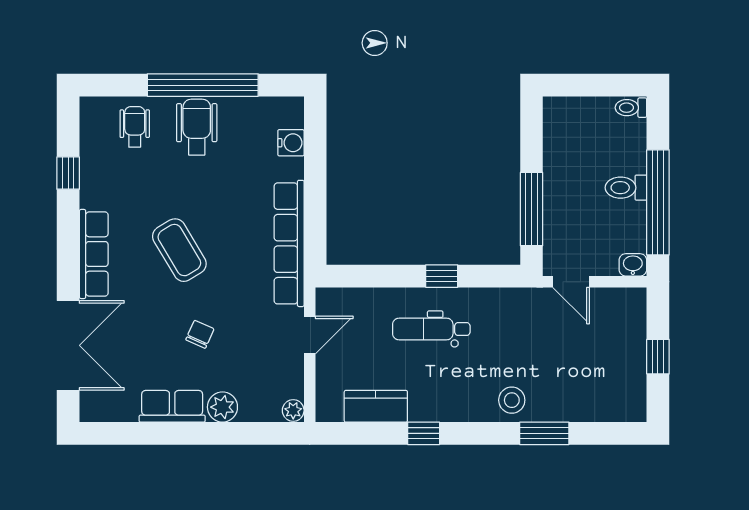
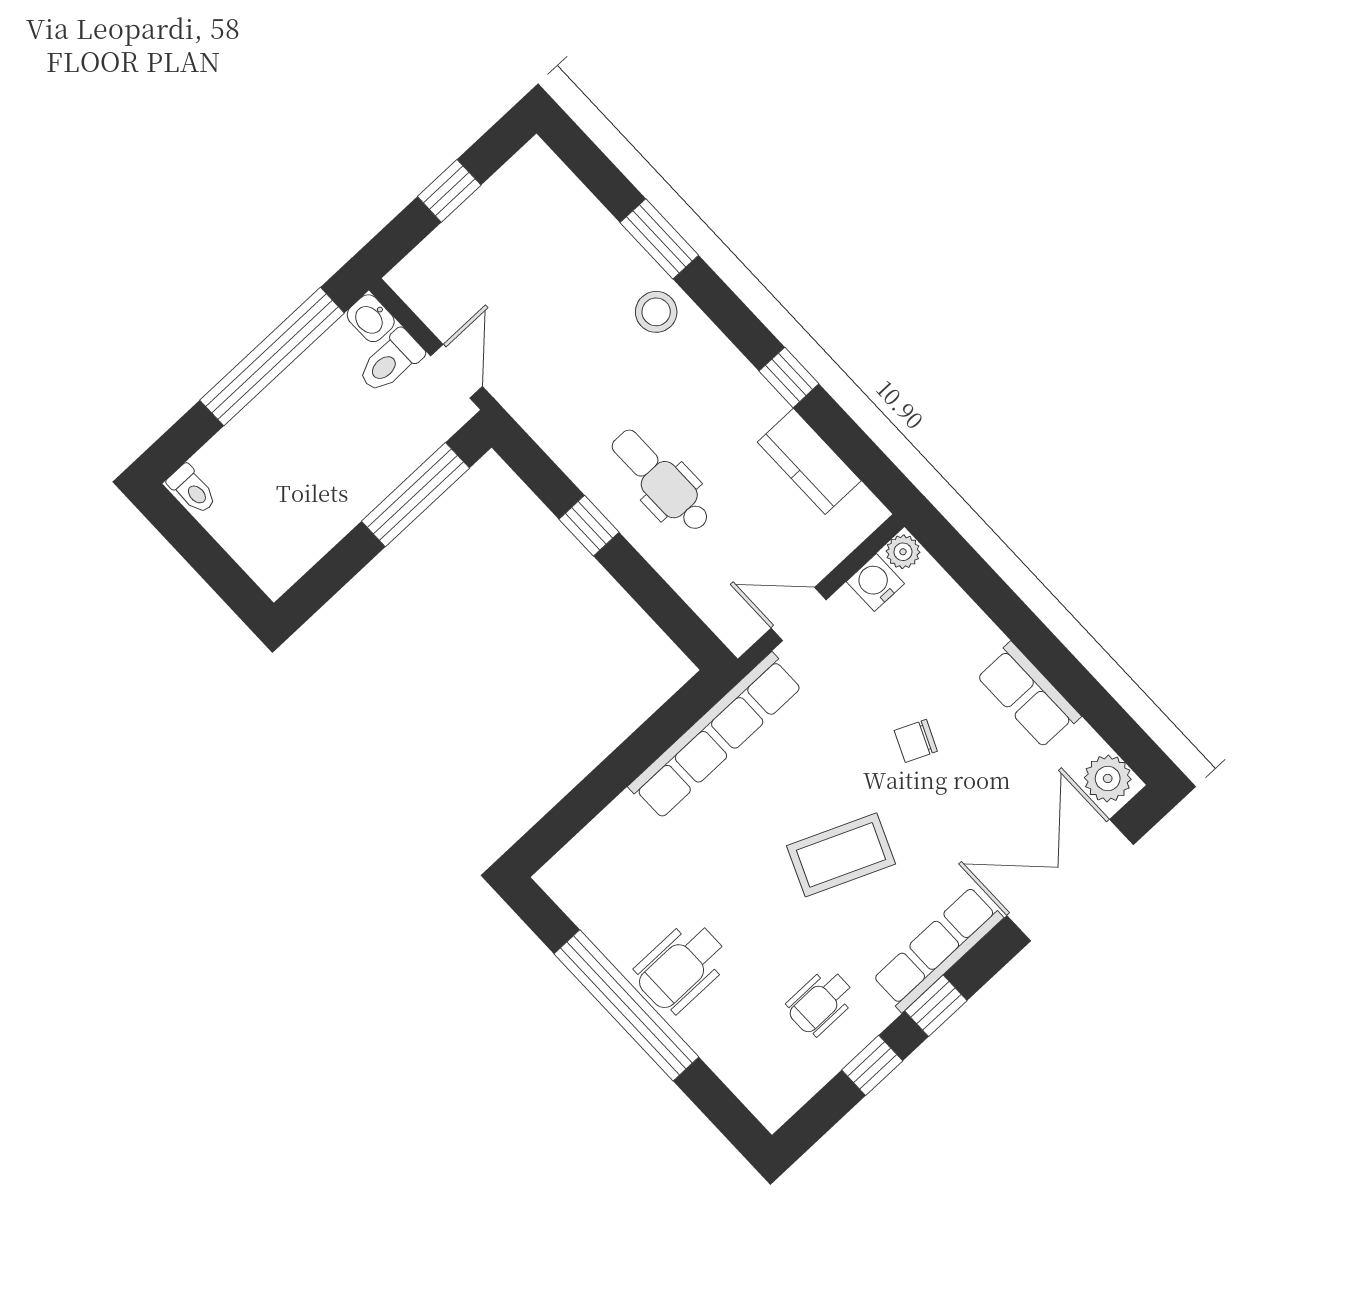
wheelchair: (135, 127) -> (821, 1002), moved
water cooler: (291, 143) -> (875, 583), moved
toilet: (626, 188) -> (391, 361), moved, turned 90
window: (68, 229) -> (936, 1006), added
coffee table: (179, 250) -> (841, 855), turned 54
dental chair: (431, 329) -> (661, 481), turned 180
plant: (222, 407) -> (1108, 778), moved

